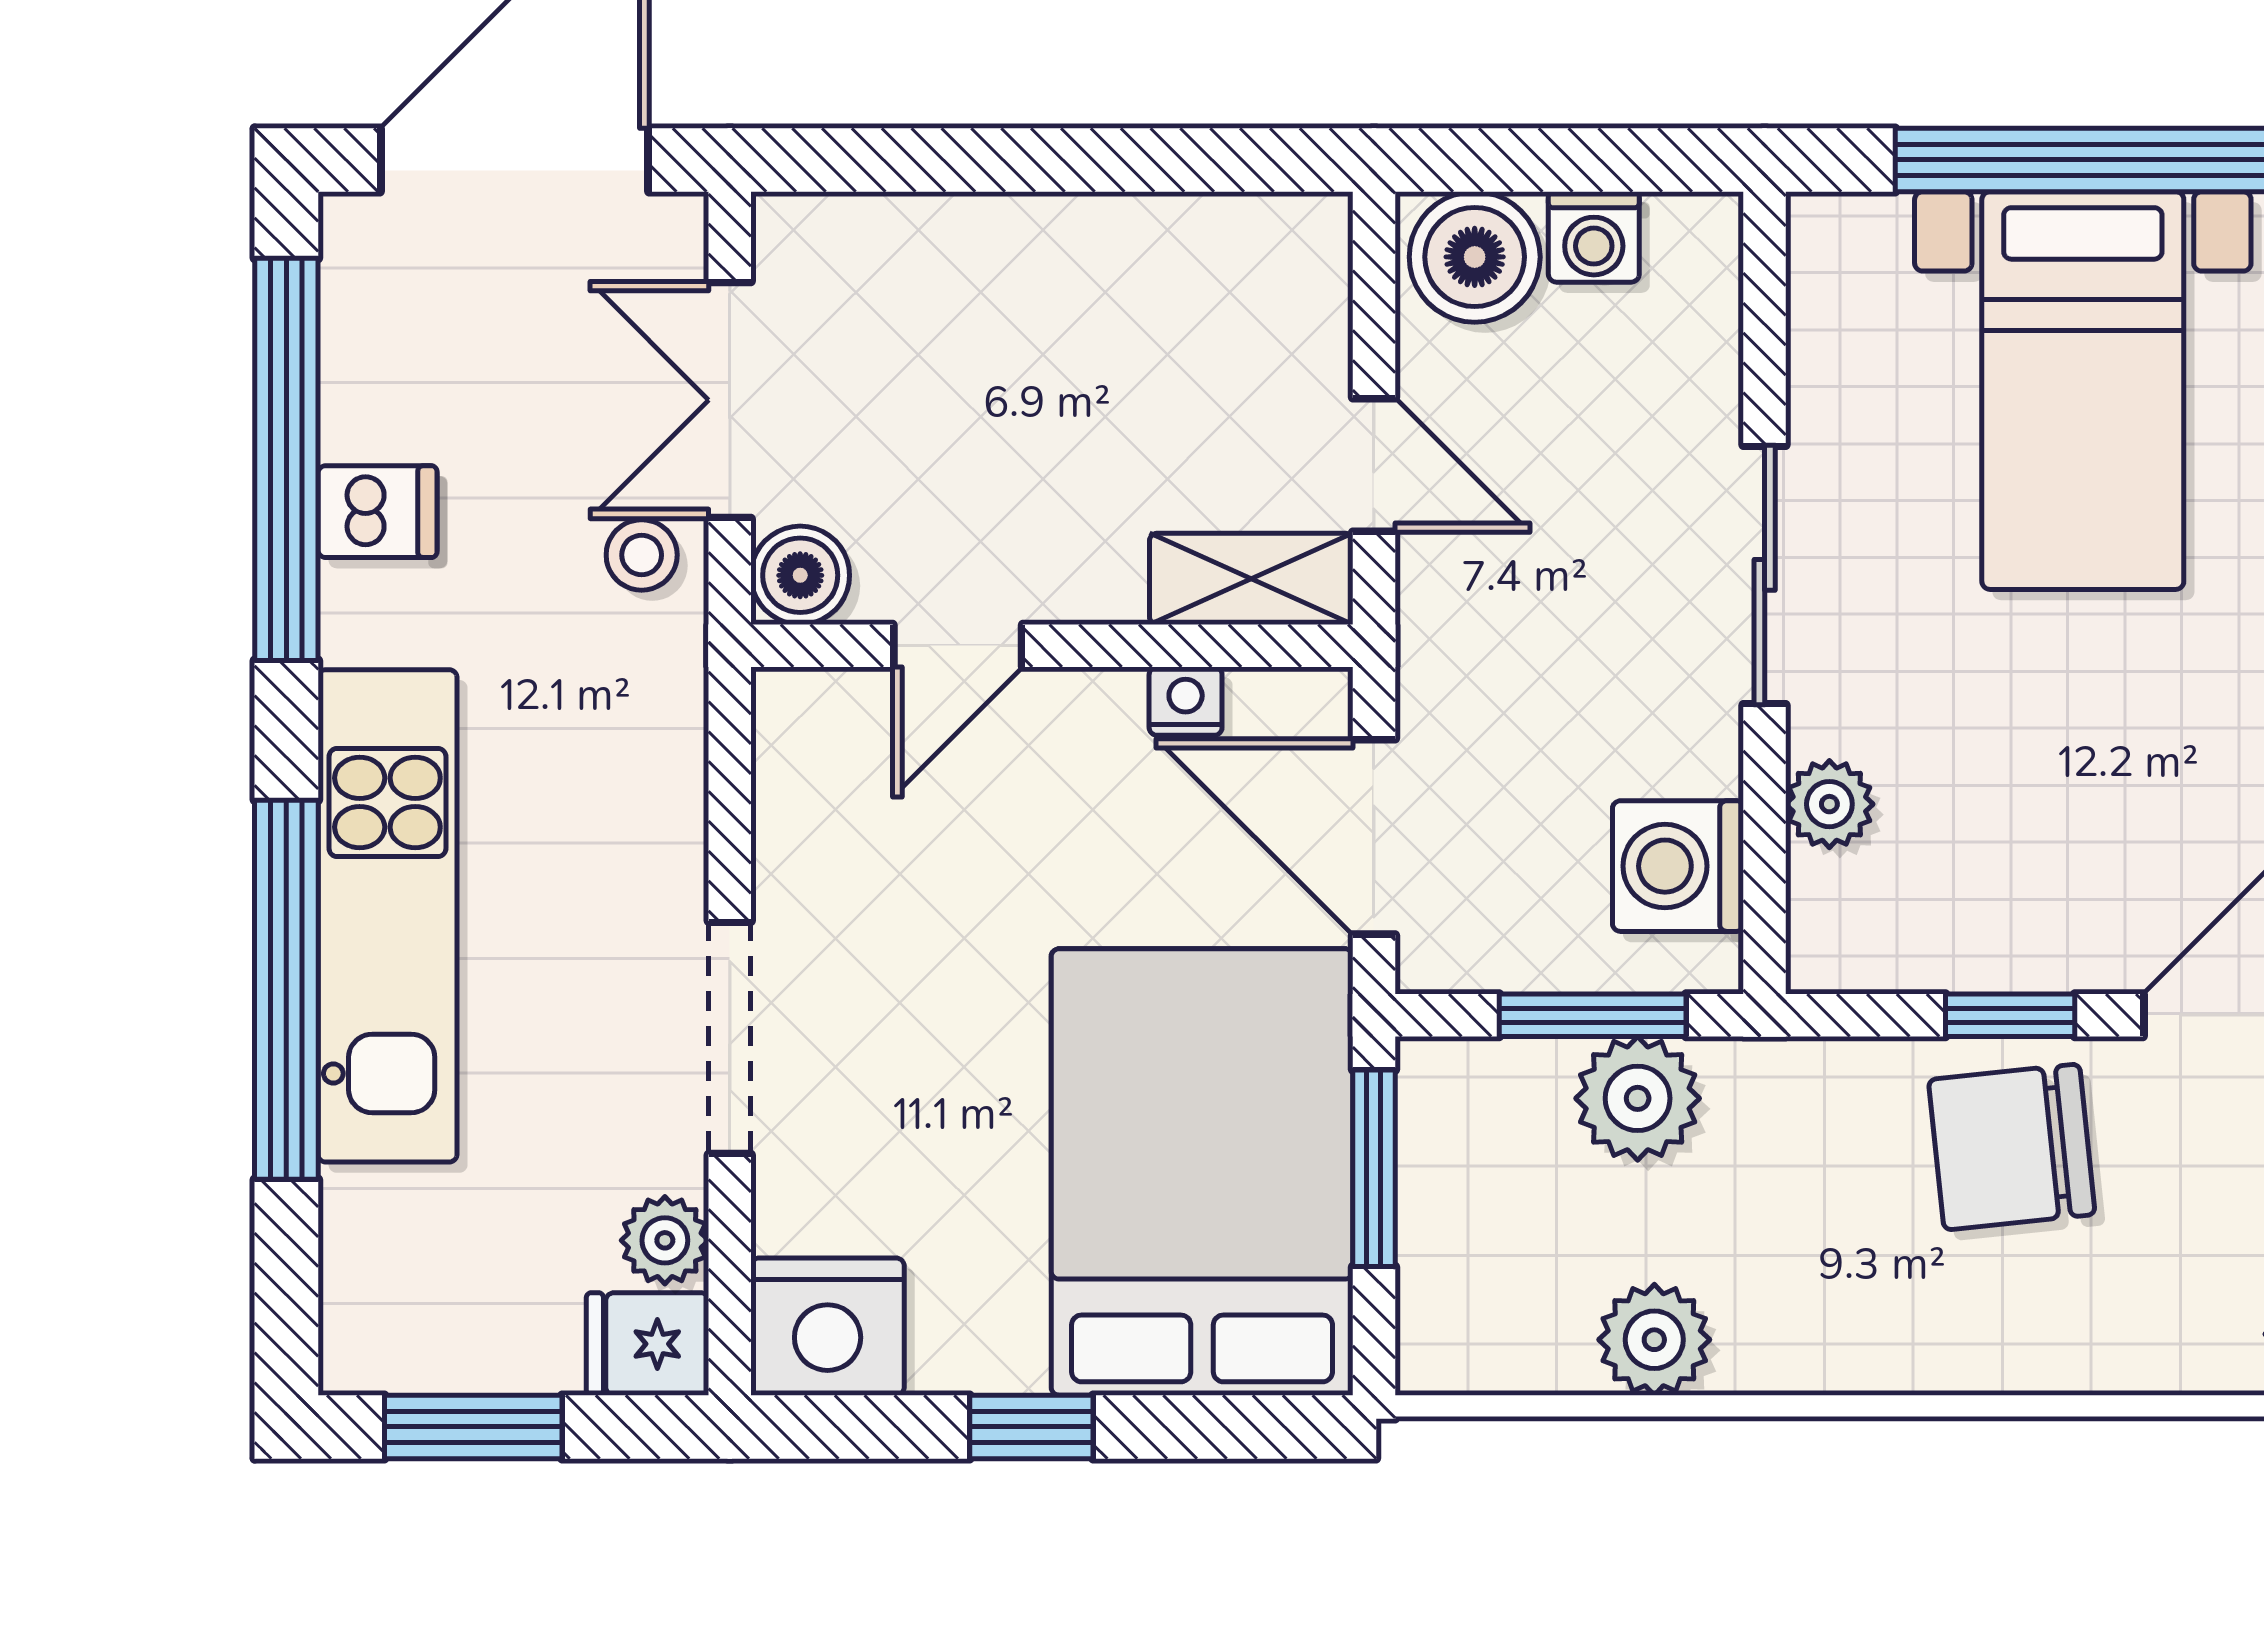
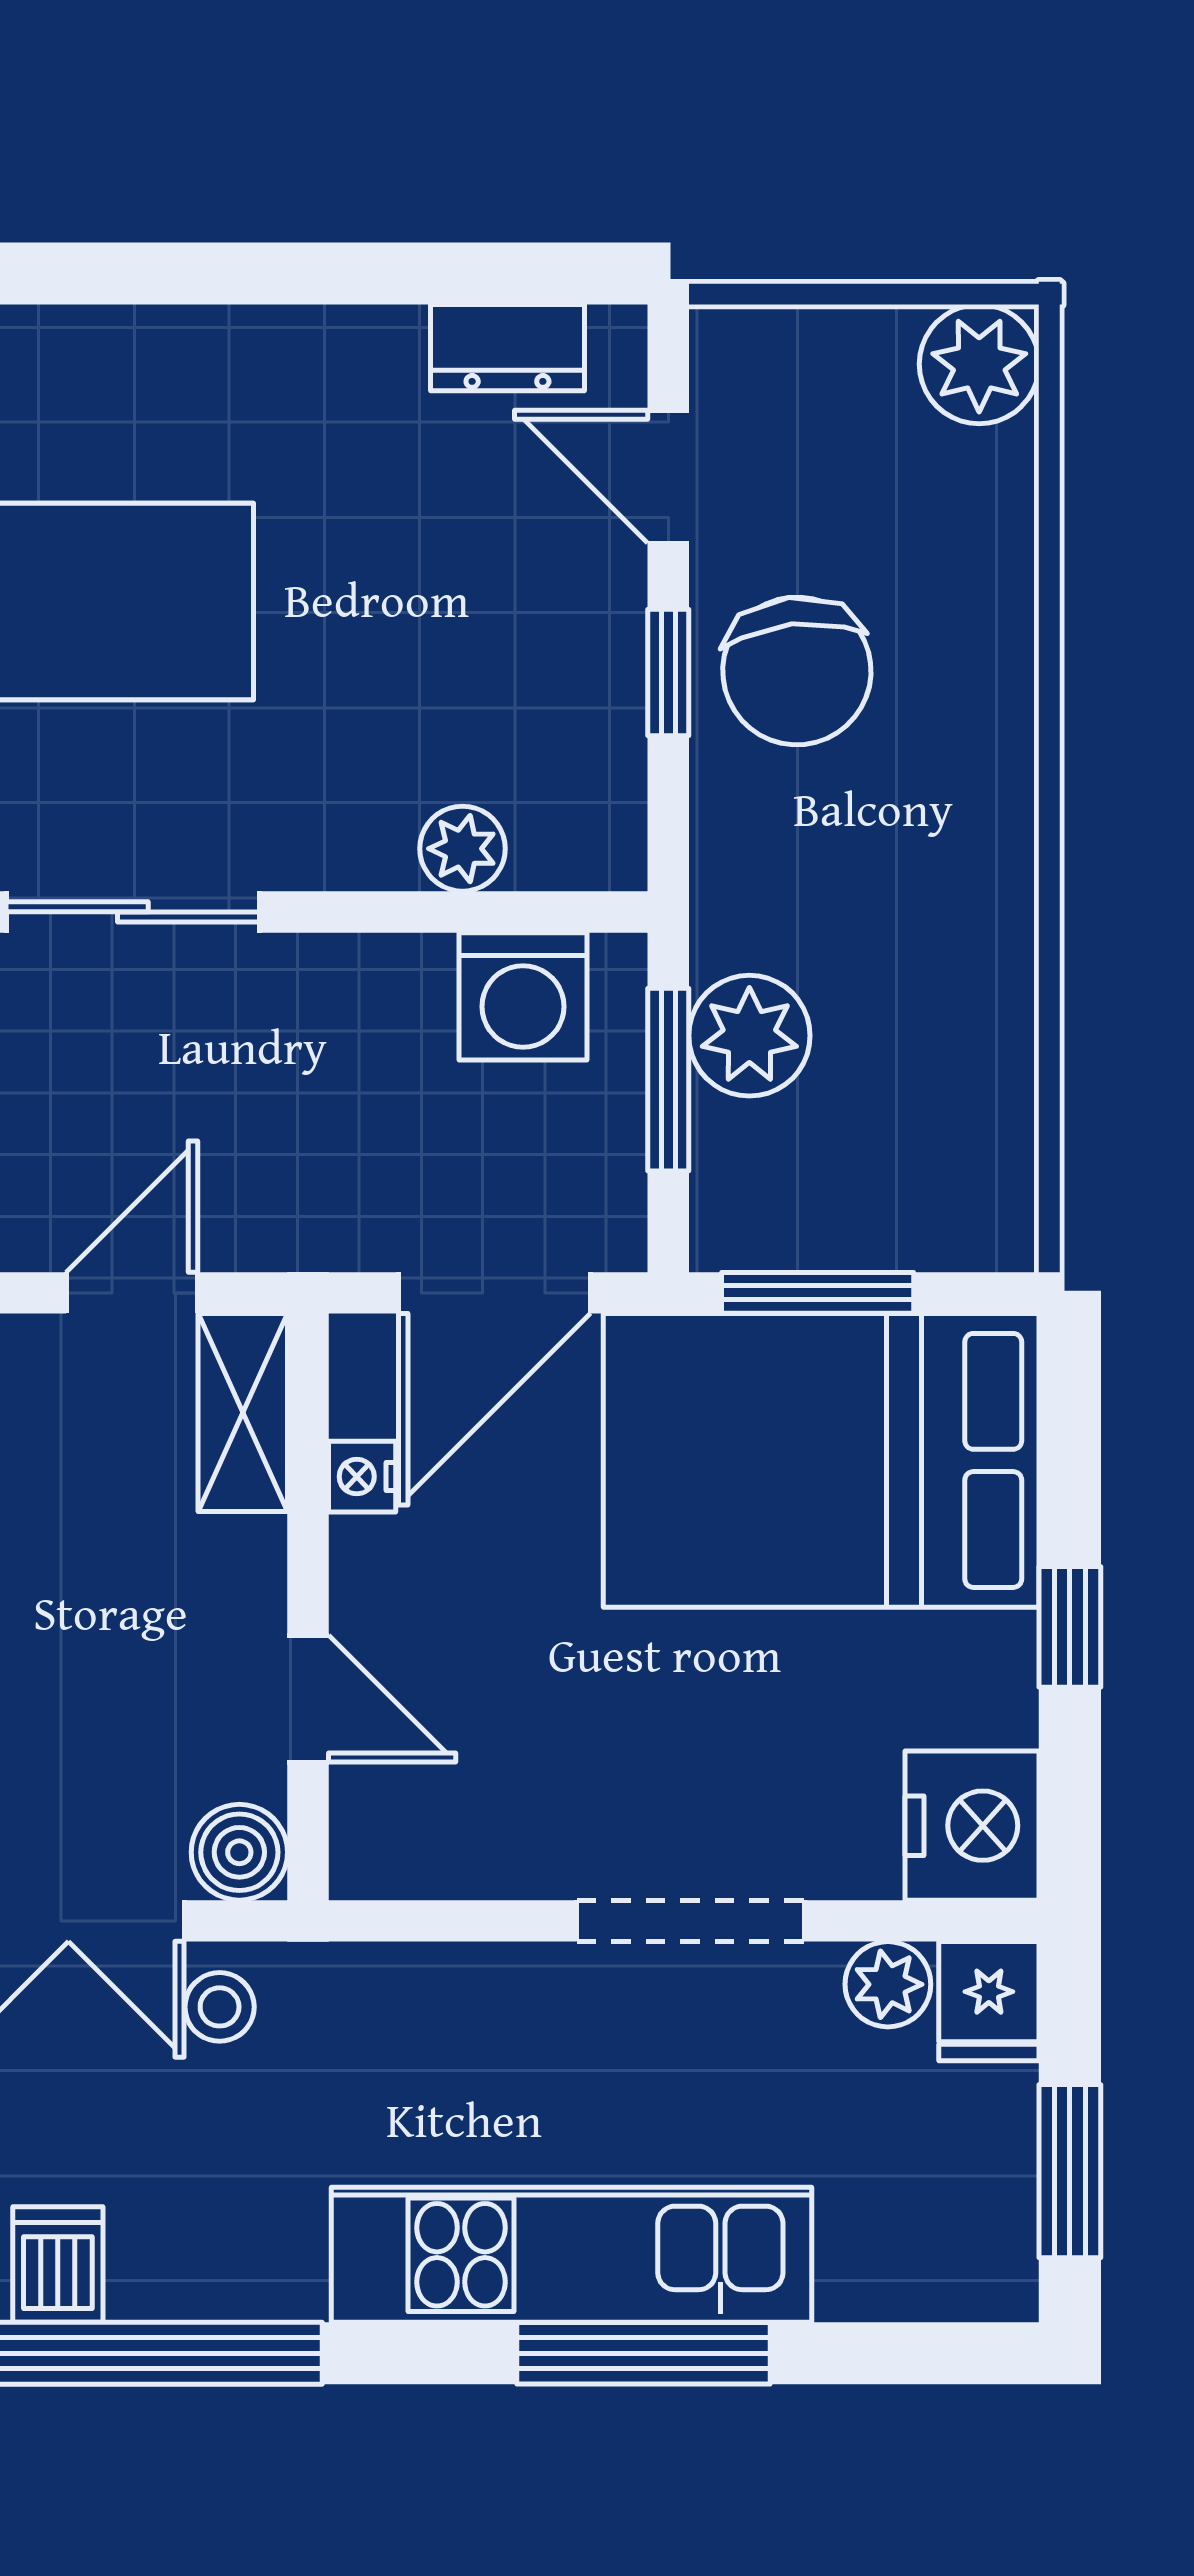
dishwasher: (377, 512) -> (58, 2265), moved
sliding door: (1765, 575) -> (133, 912), moved
window: (286, 990) -> (644, 2353), width x0.68
plant: (1654, 1340) -> (985, 1019), removed

